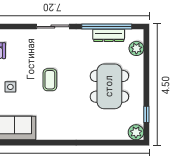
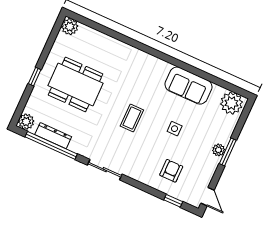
plant: (136, 48) -> (26, 122), moved
dining table: (109, 86) -> (75, 84), turned 90
window: (146, 114) -> (35, 77), moved

